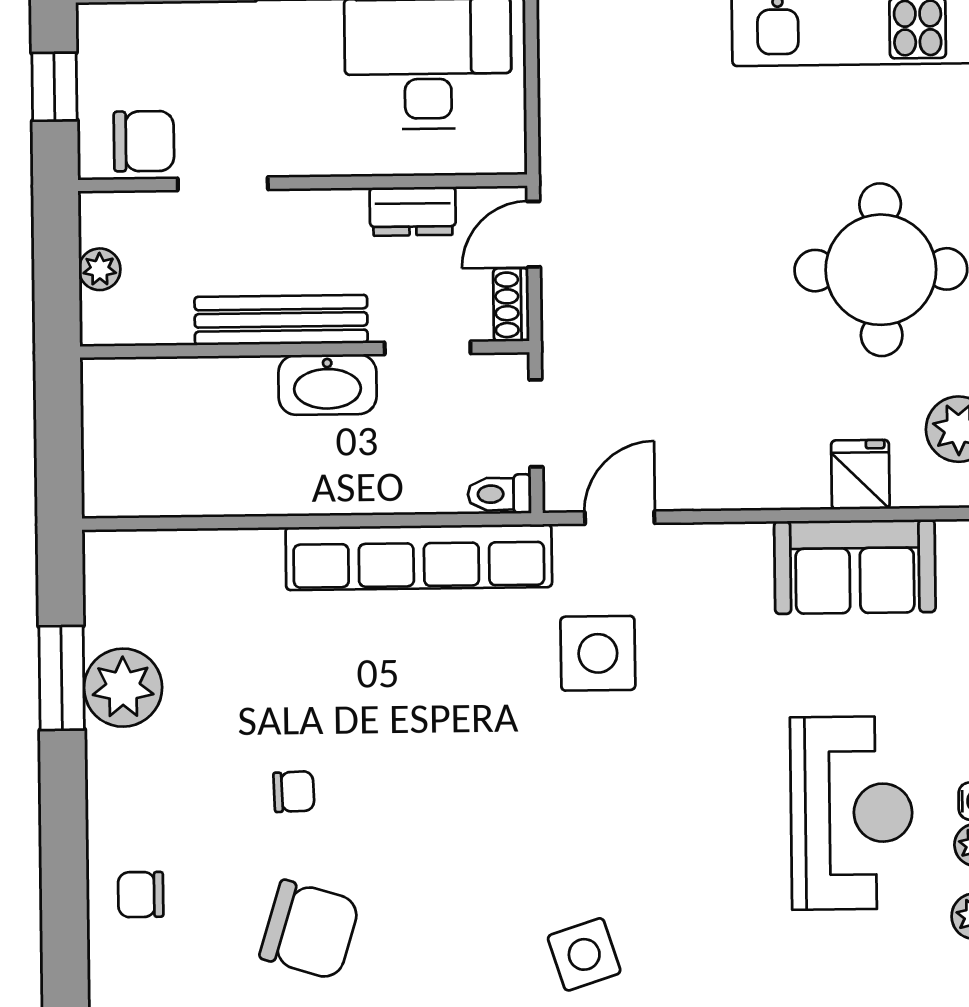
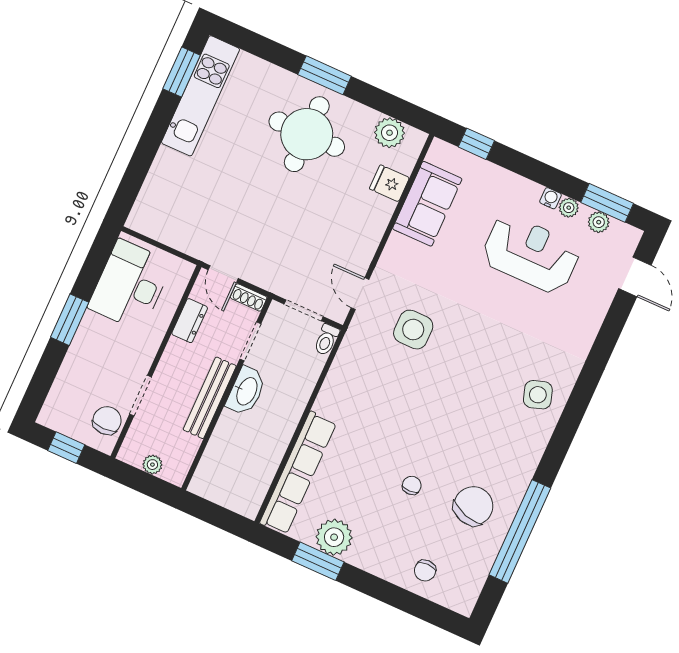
row of seats: (419, 557) -> (298, 473), moved

